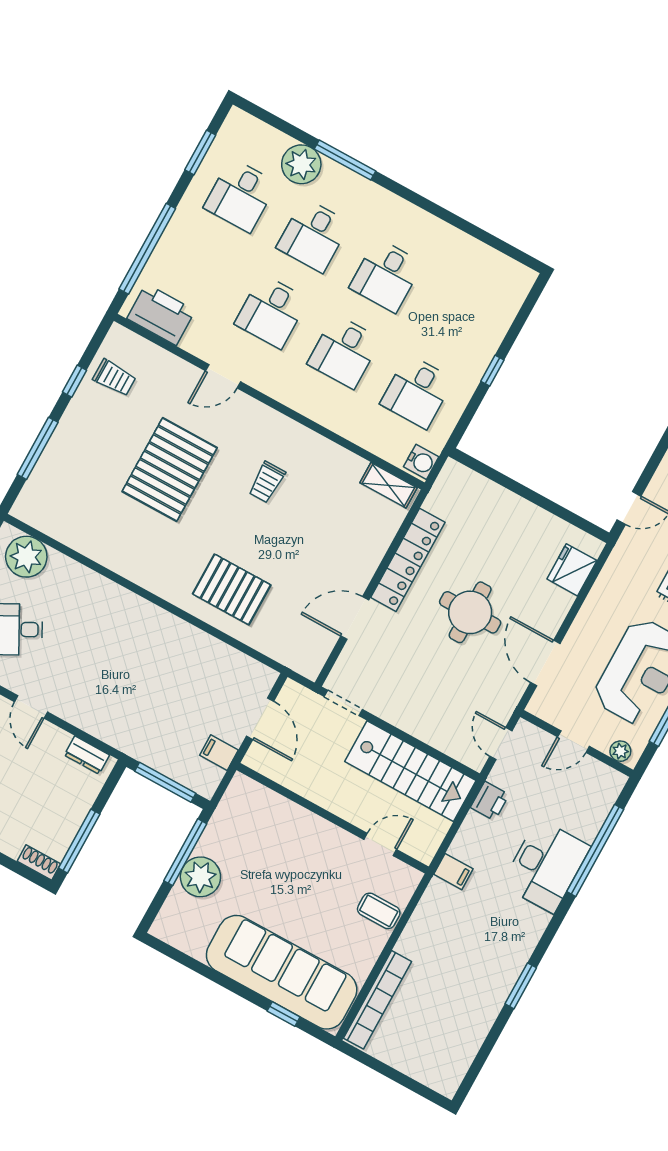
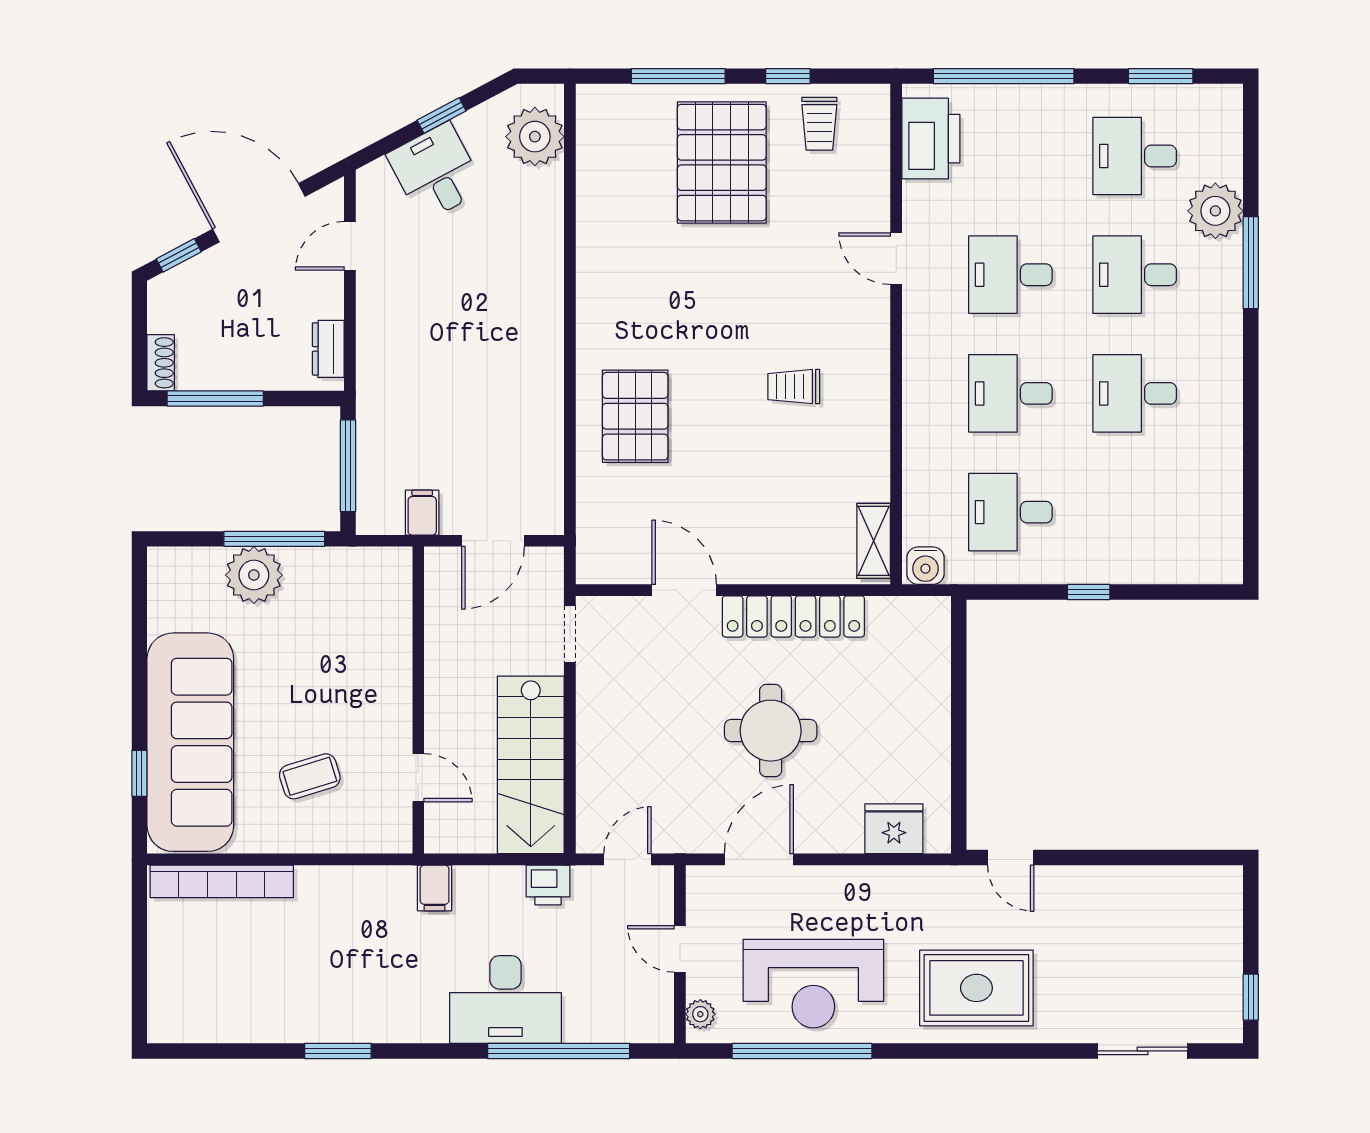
pallet: (170, 470) -> (722, 163), moved, turned 90
coffee table: (379, 911) -> (310, 776), moved, turned 73

